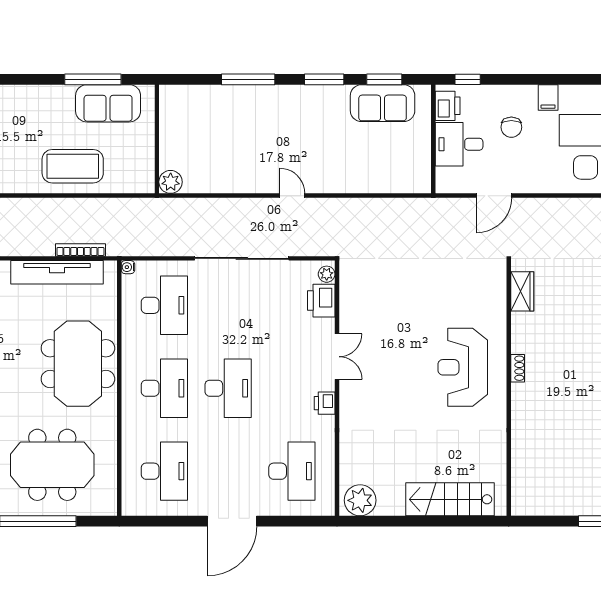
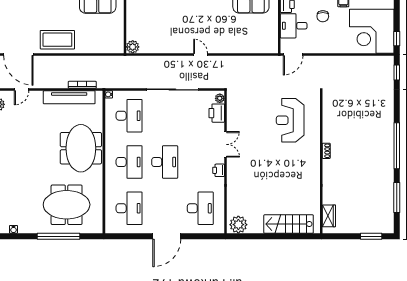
coffee table: (73, 166) -> (57, 40), moved
door: (494, 196) -> (293, 54), moved
wardrobe: (522, 291) -> (329, 216), moved
reception desk: (463, 367) -> (290, 120), moved

